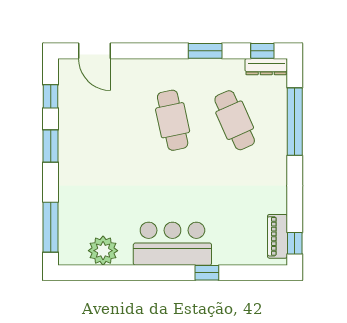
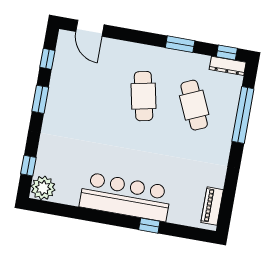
window: (51, 227) -> (28, 166), width x0.46
window: (295, 243) -> (225, 214), removed
bar counter: (172, 244) -> (125, 197), width x1.36
plant: (103, 251) -> (43, 188), moved

